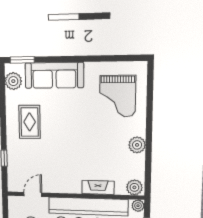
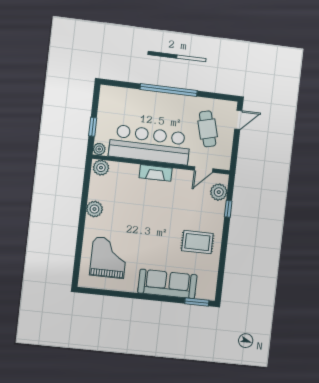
plant: (13, 81) -> (219, 192), moved
rug: (30, 122) -> (197, 242), turned 90
fireplace: (98, 187) -> (156, 173), moved

